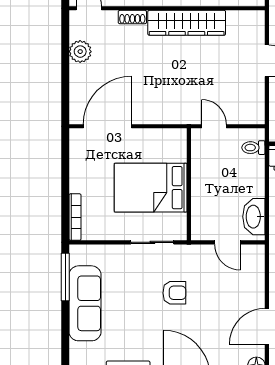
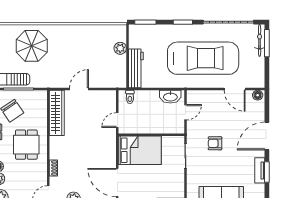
wardrobe: (187, 23) -> (57, 113), moved
bed: (151, 188) -> (140, 150), moved, turned -90
armchair: (174, 293) -> (215, 143), turned -90

